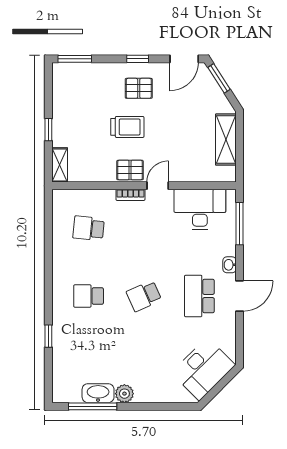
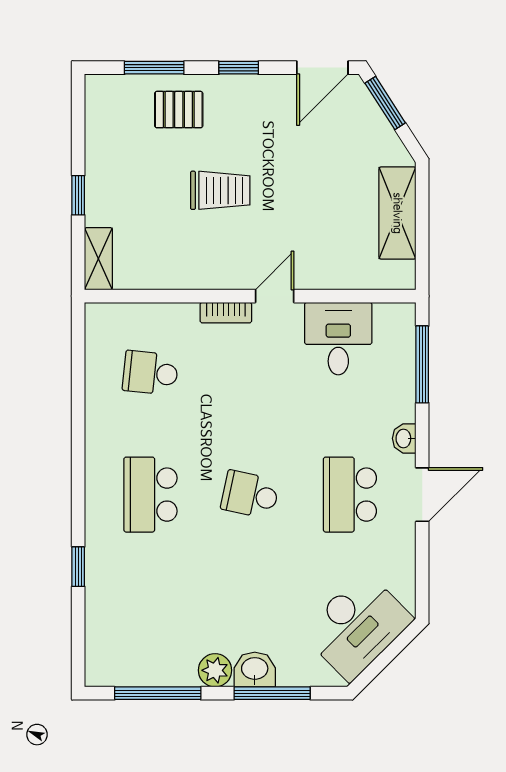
window: (75, 59) -> (154, 68), moved
pallet: (139, 88) -> (179, 110), moved
pallet: (130, 170) -> (225, 268), removed
desk: (200, 209) -> (338, 339), width x0.73
school desk: (89, 296) -> (150, 495), width x1.85
school desk: (144, 296) -> (250, 495), turned 36
washbasin: (98, 393) -> (255, 670), moved, width x0.72
window: (156, 406) -> (272, 693), added

